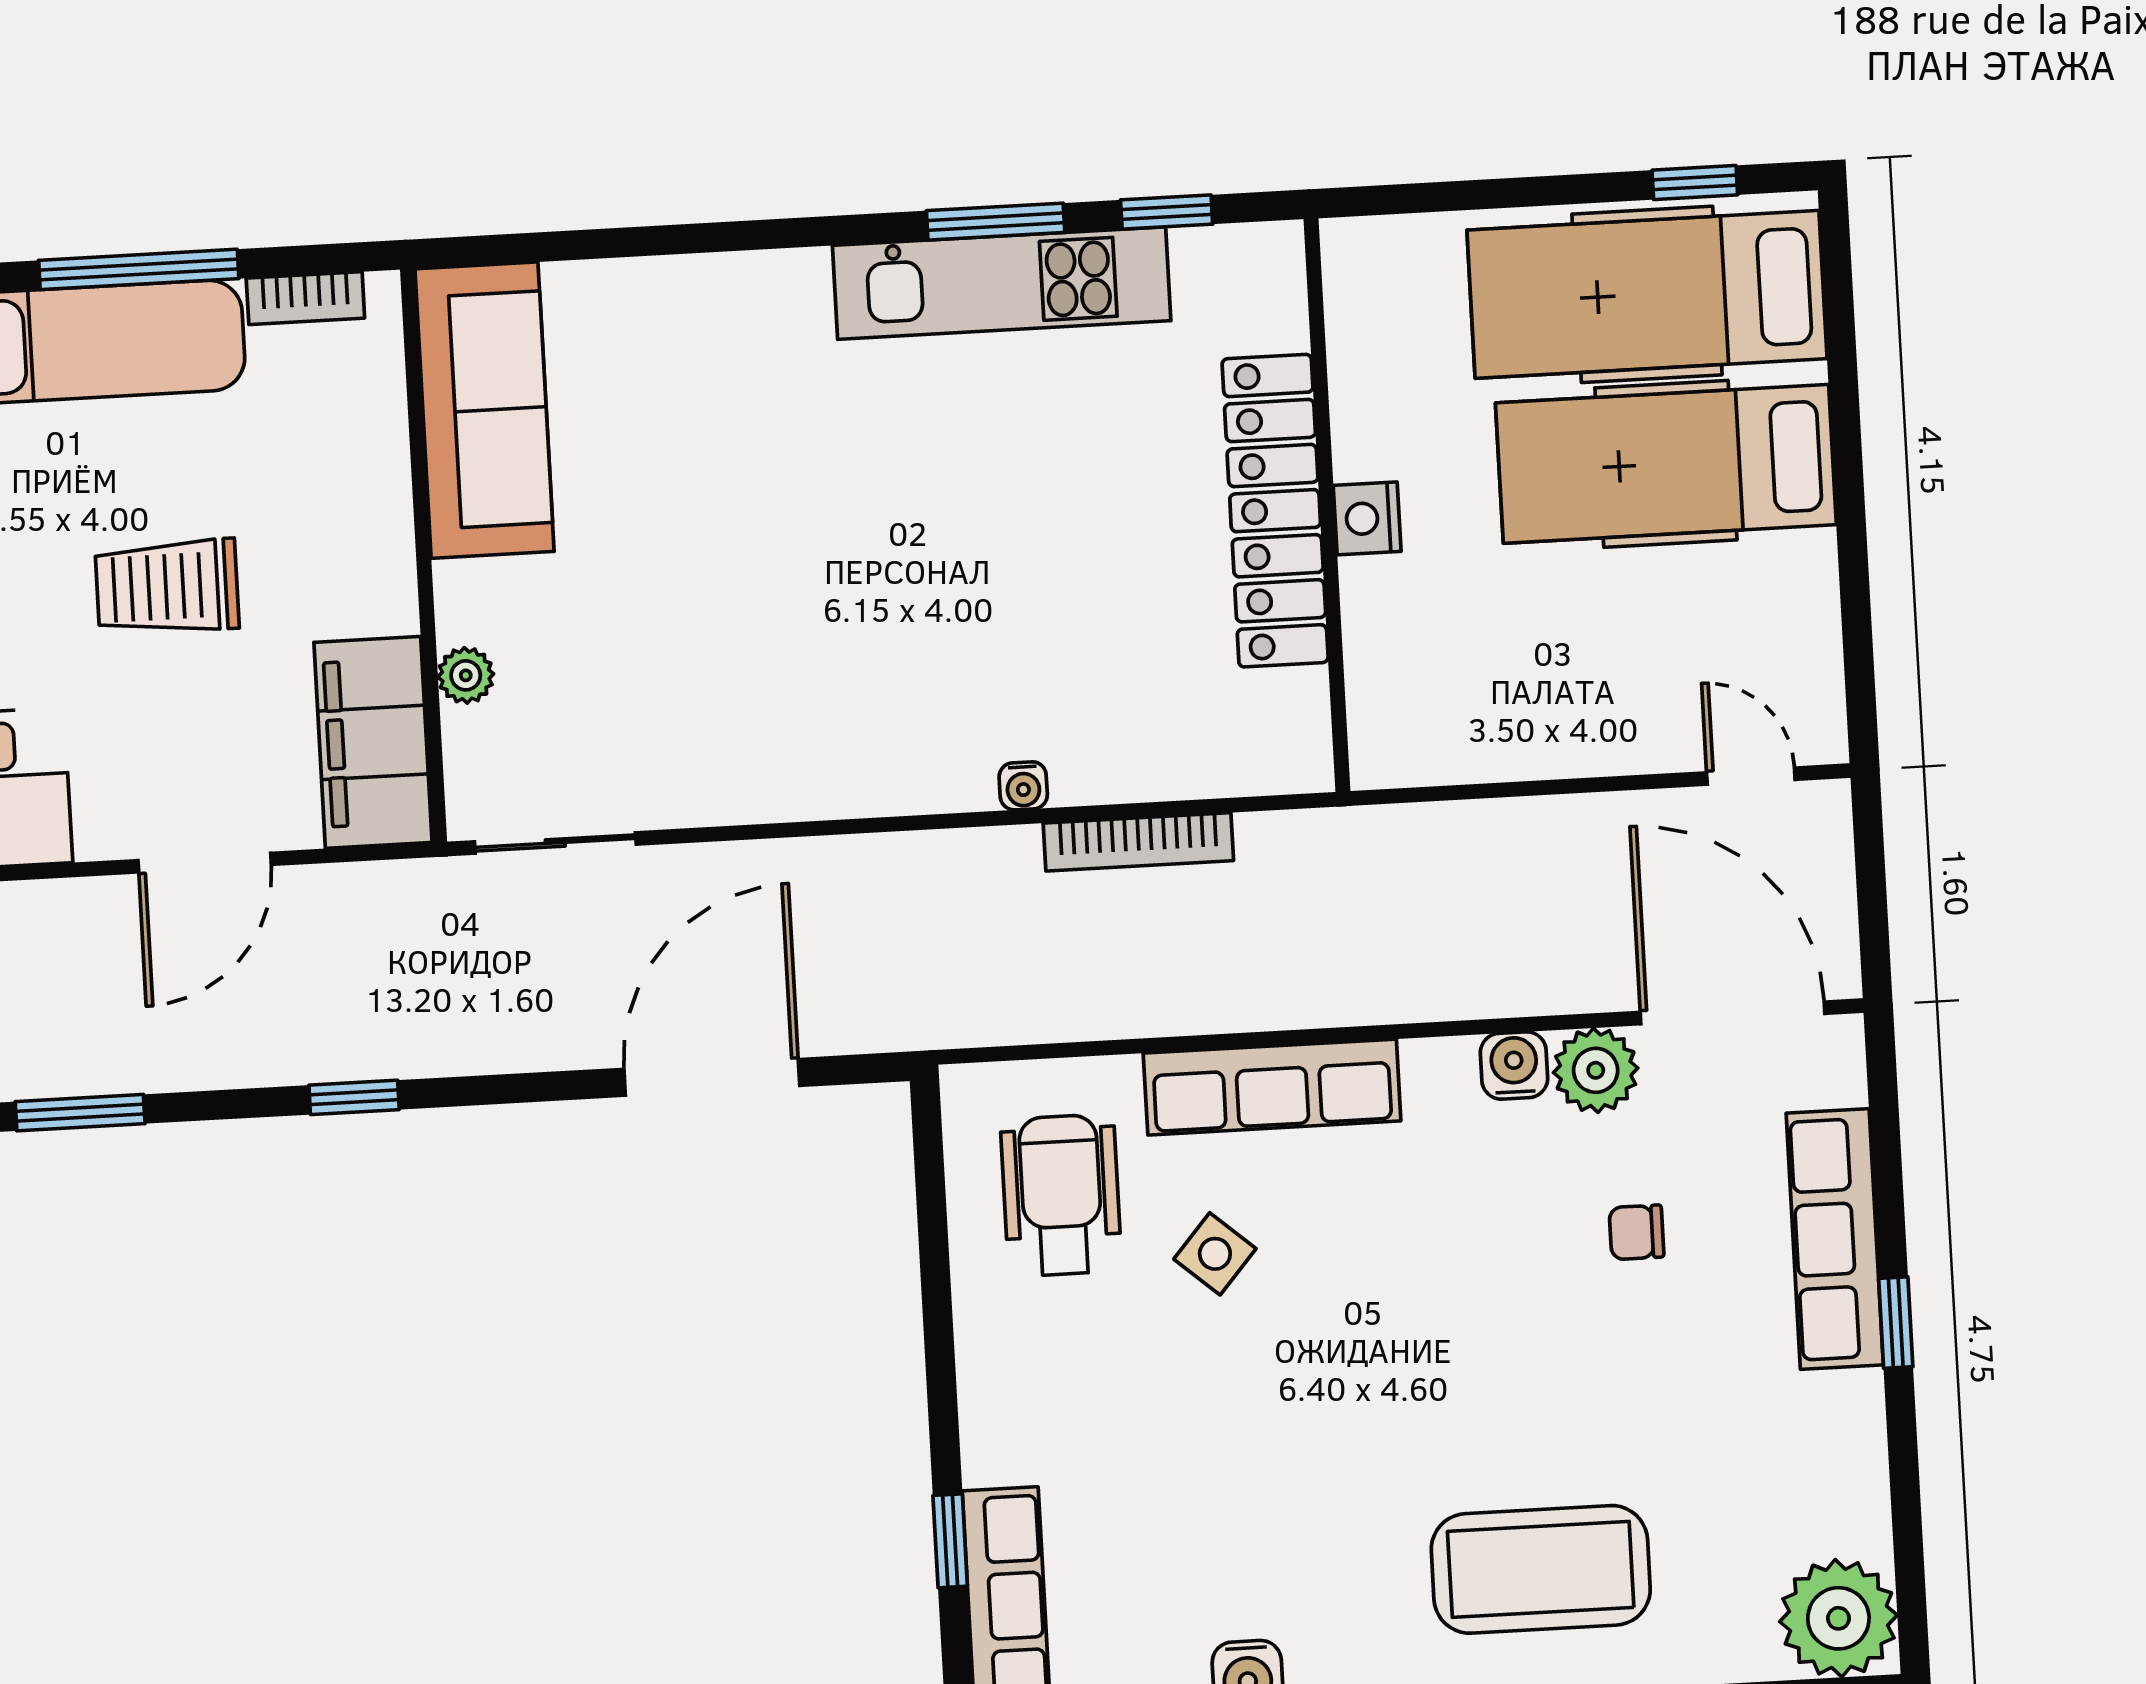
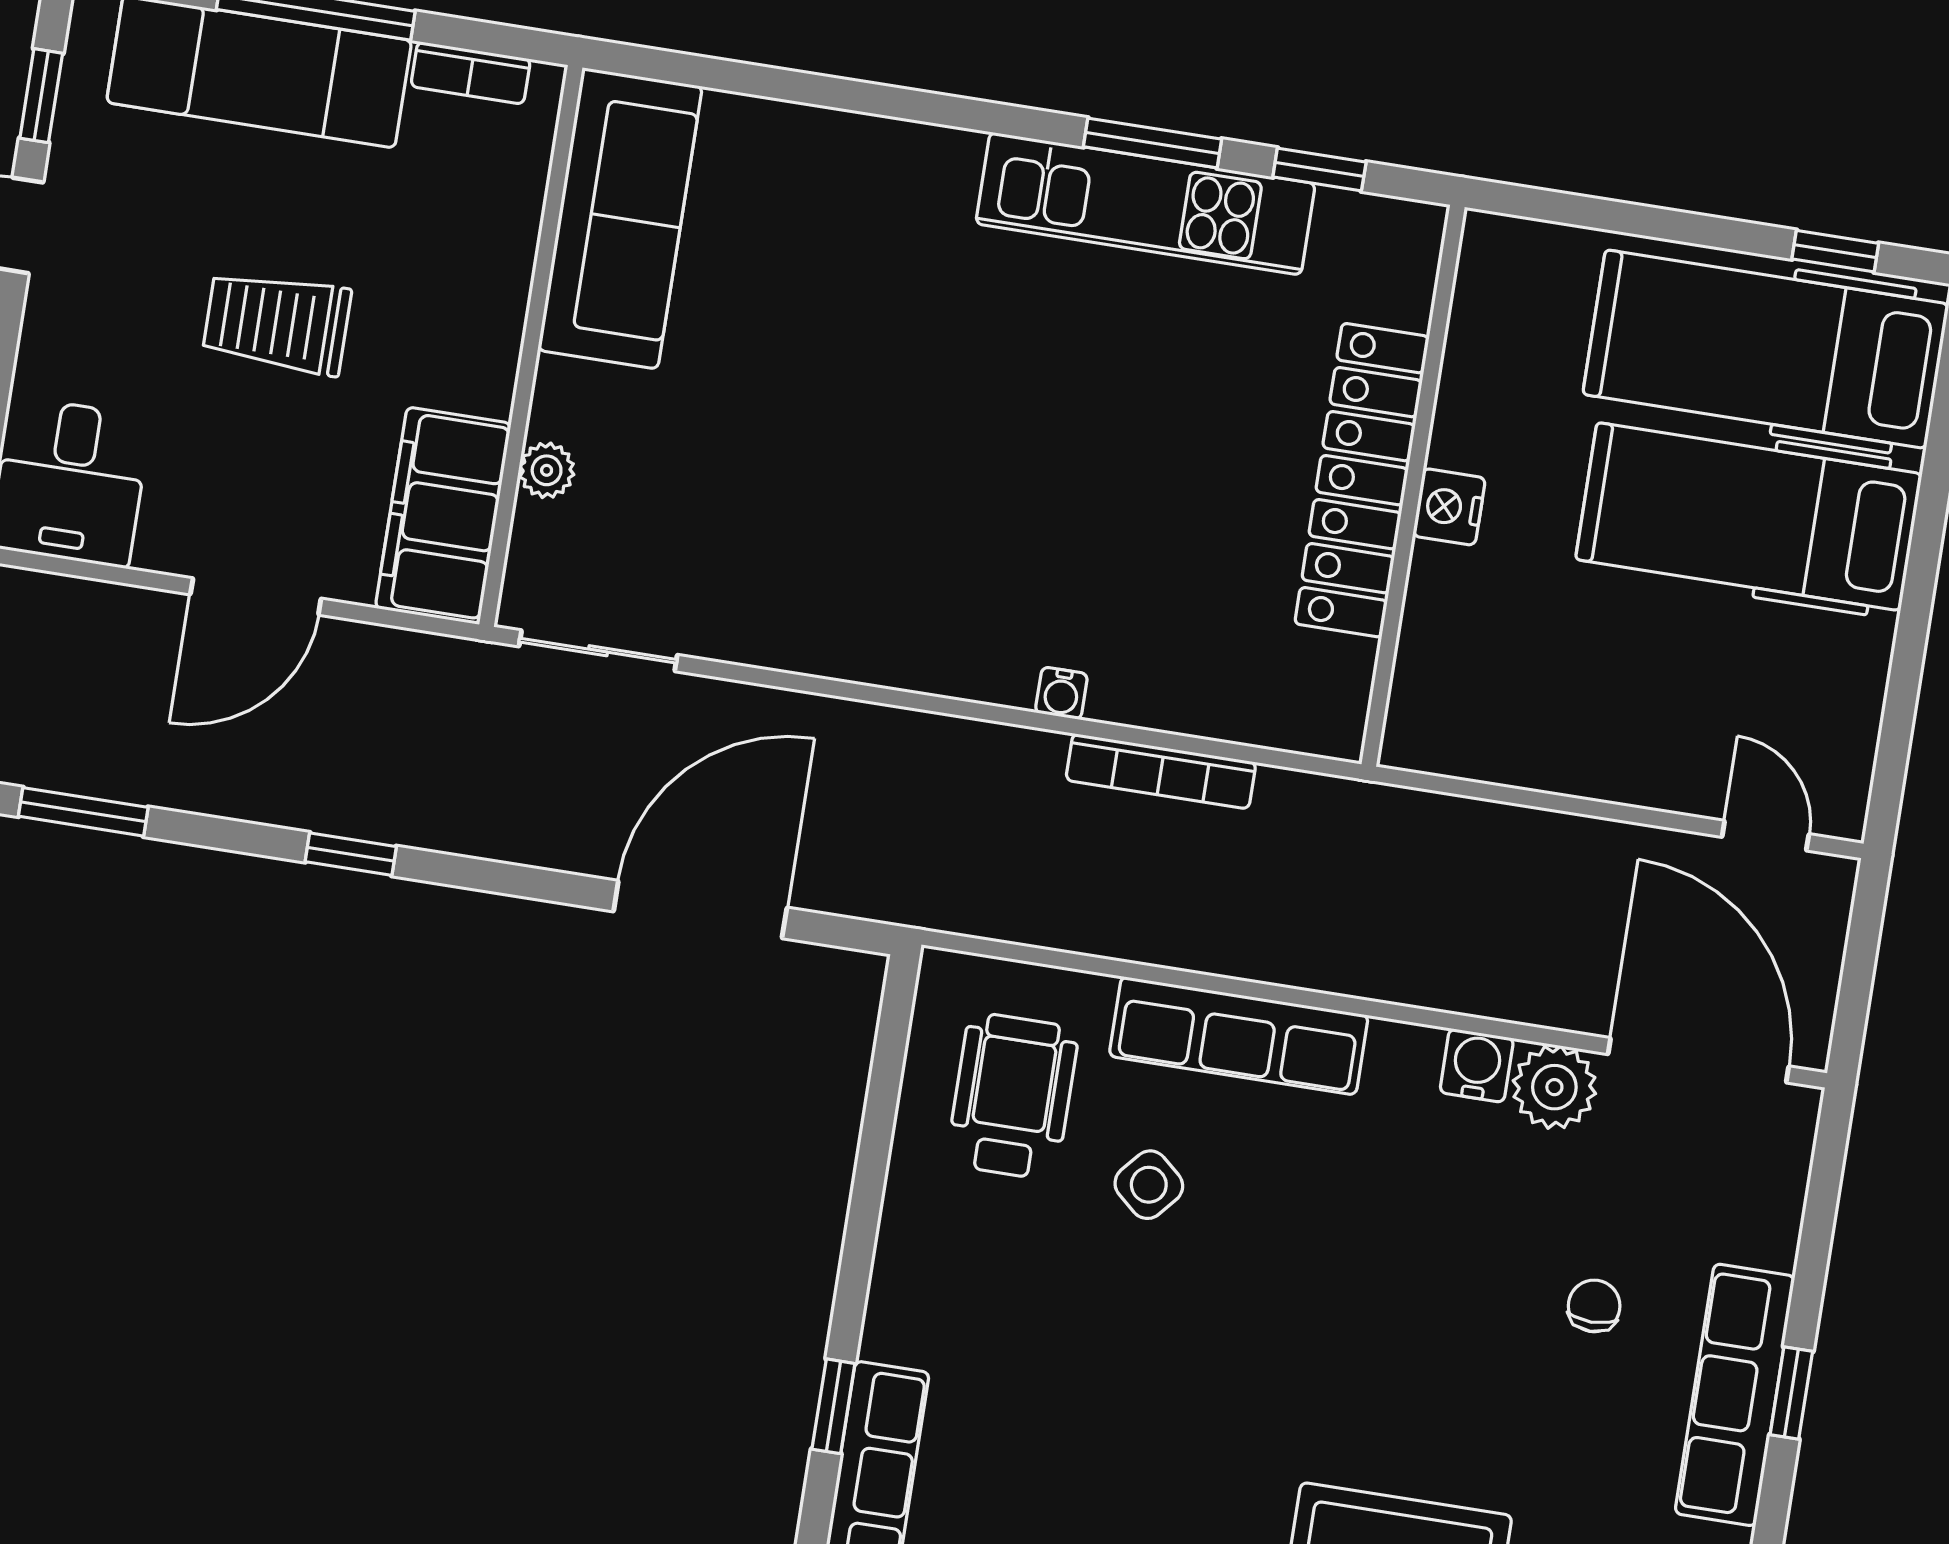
chair: (1636, 1232) -> (1594, 1306), moved, turned 90
row of seats: (1835, 1239) -> (1735, 1395), moved

